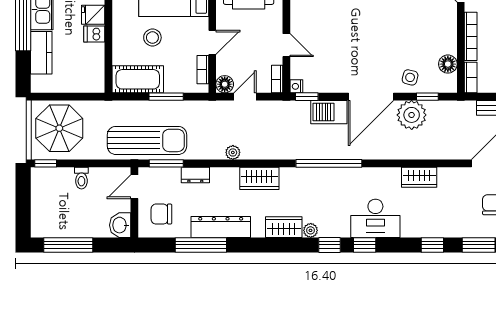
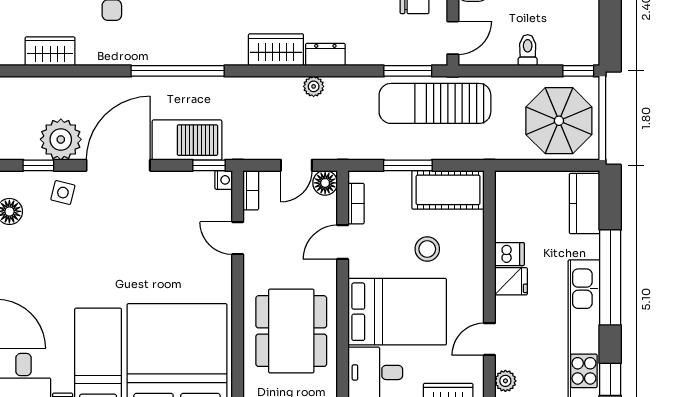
kitchen counter: (41, 53) -> (585, 203), moved
barbecue: (329, 112) -> (187, 140), width x1.37, depth x1.21
dresser: (195, 175) -> (325, 55), moved

